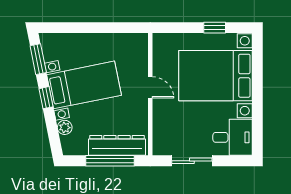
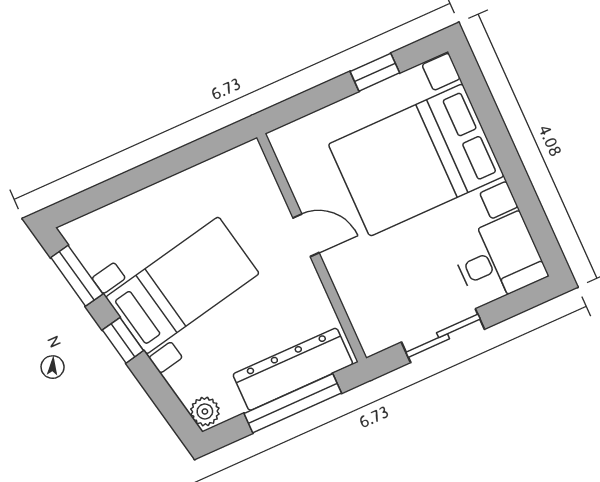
plant: (65, 127) -> (205, 411), moved

